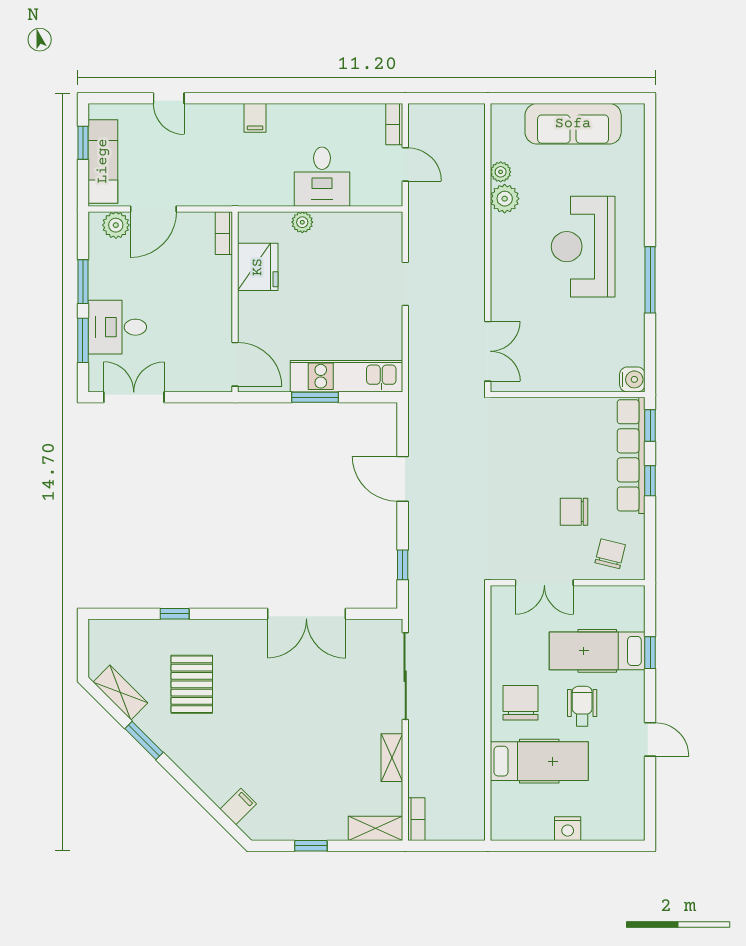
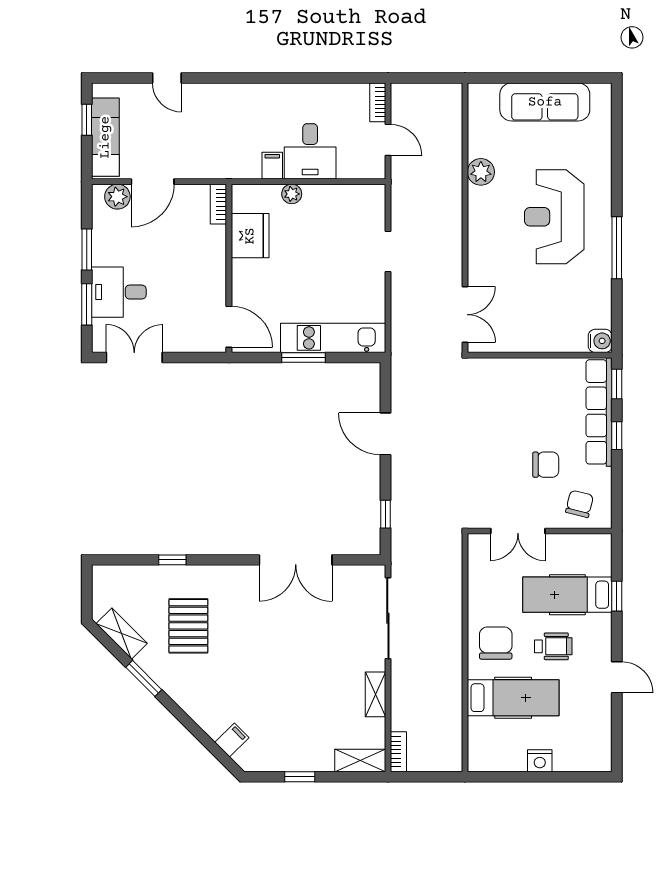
filing cabinet: (255, 118) -> (272, 166), moved, turned 180
plant: (501, 172) -> (477, 147), removed
chair: (574, 512) -> (546, 465), turned 180
wheelchair: (582, 706) -> (553, 646), turned 90

